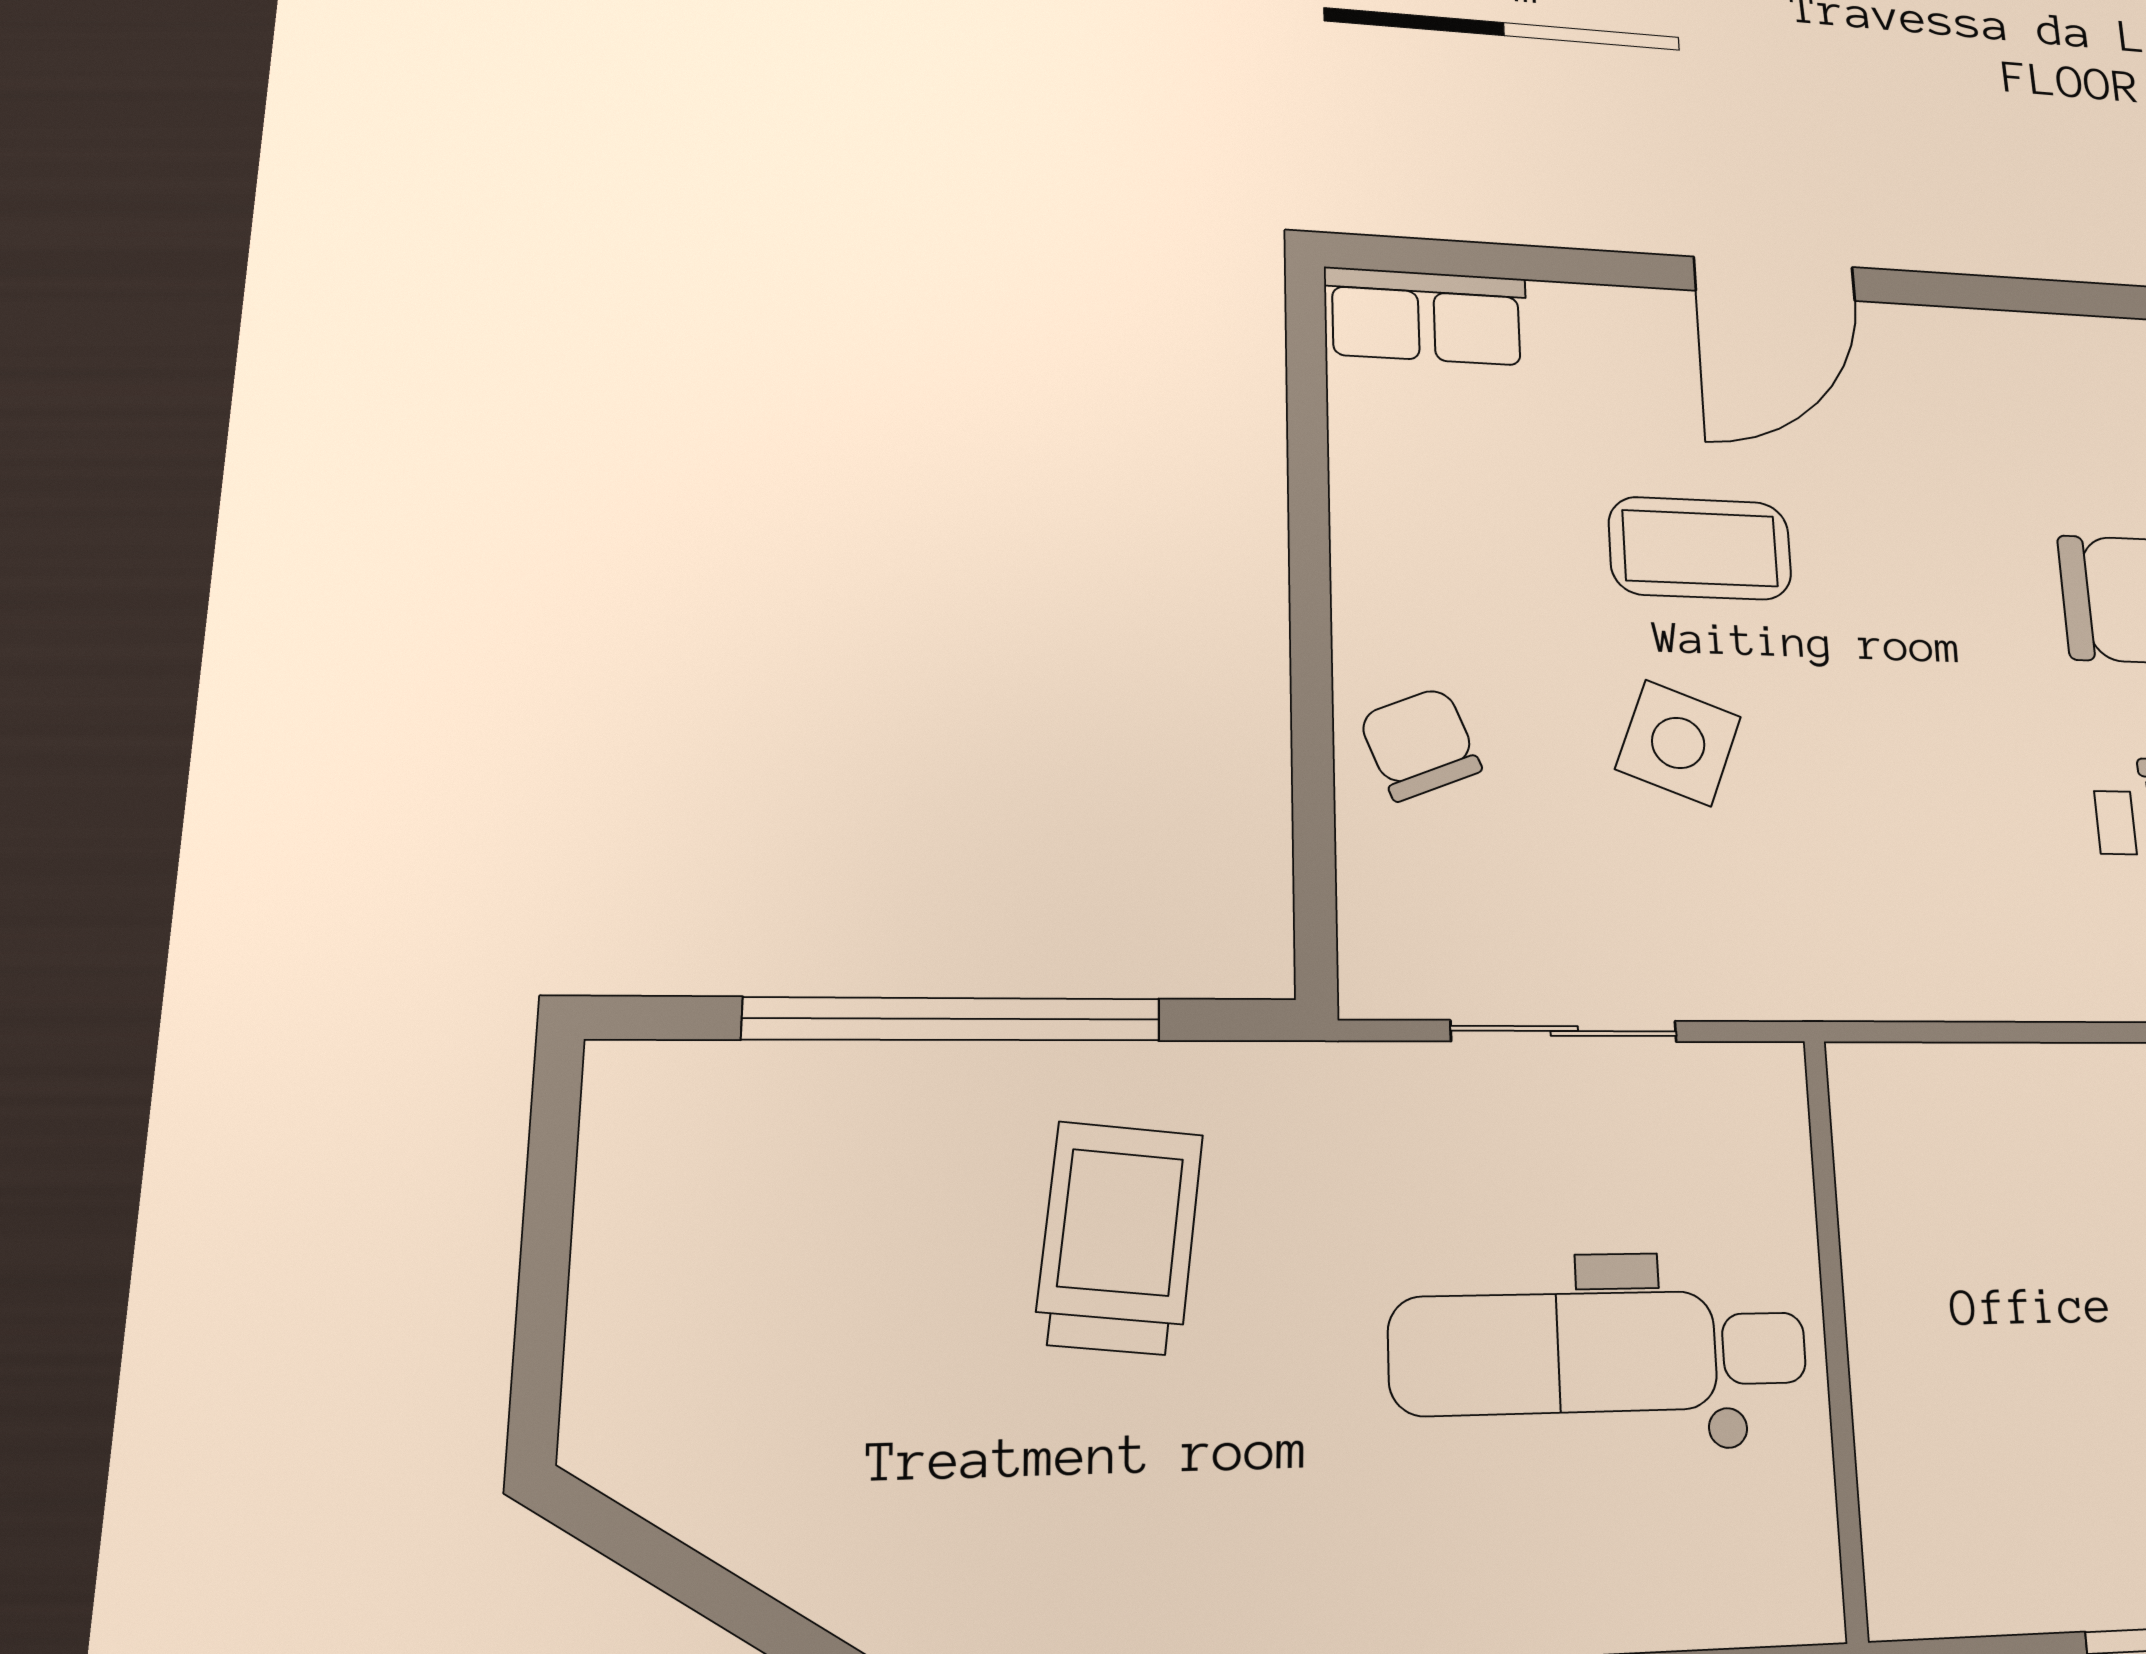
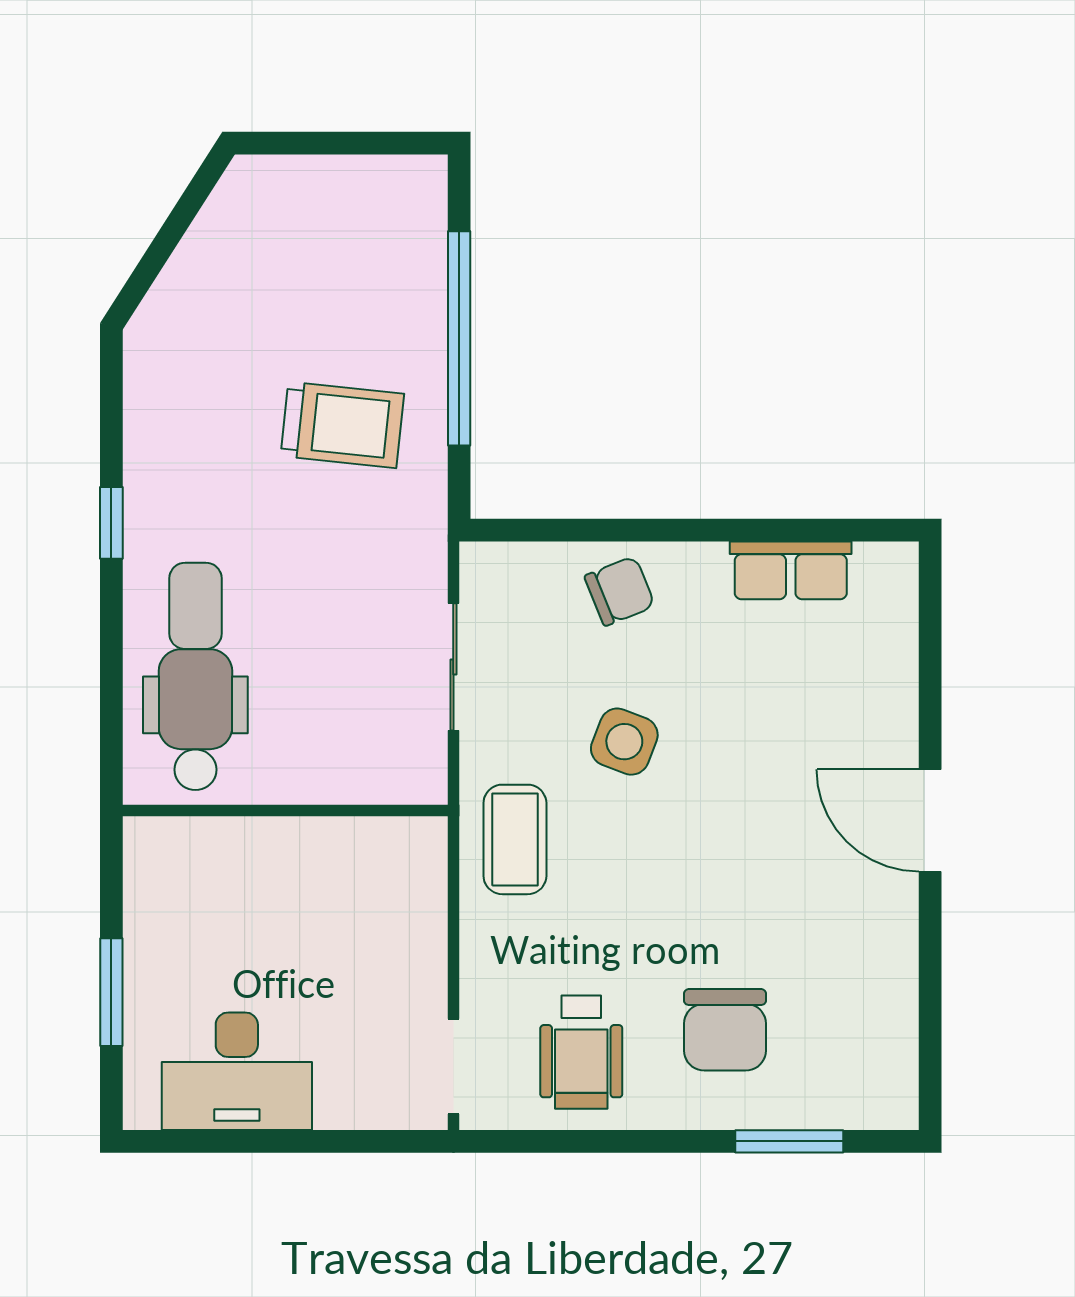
row of seats: (1426, 316) -> (791, 570), moved, turned -90
coffee table: (1700, 548) -> (515, 839), moved
dental chair: (1600, 1352) -> (195, 676), moved

